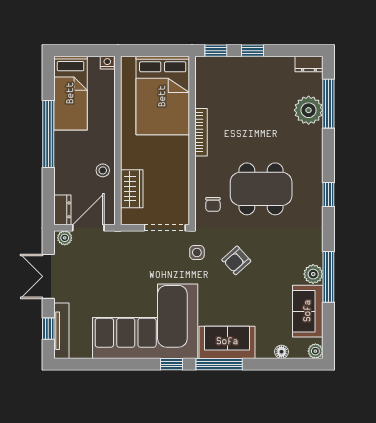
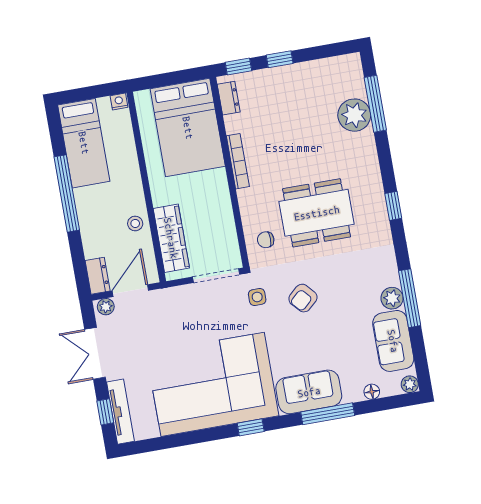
dresser: (309, 64) -> (229, 98), moved, turned -90
wardrobe: (132, 189) -> (171, 238), width x1.50
chair: (213, 204) -> (266, 240), turned 90
window: (219, 364) -> (328, 414), moved

